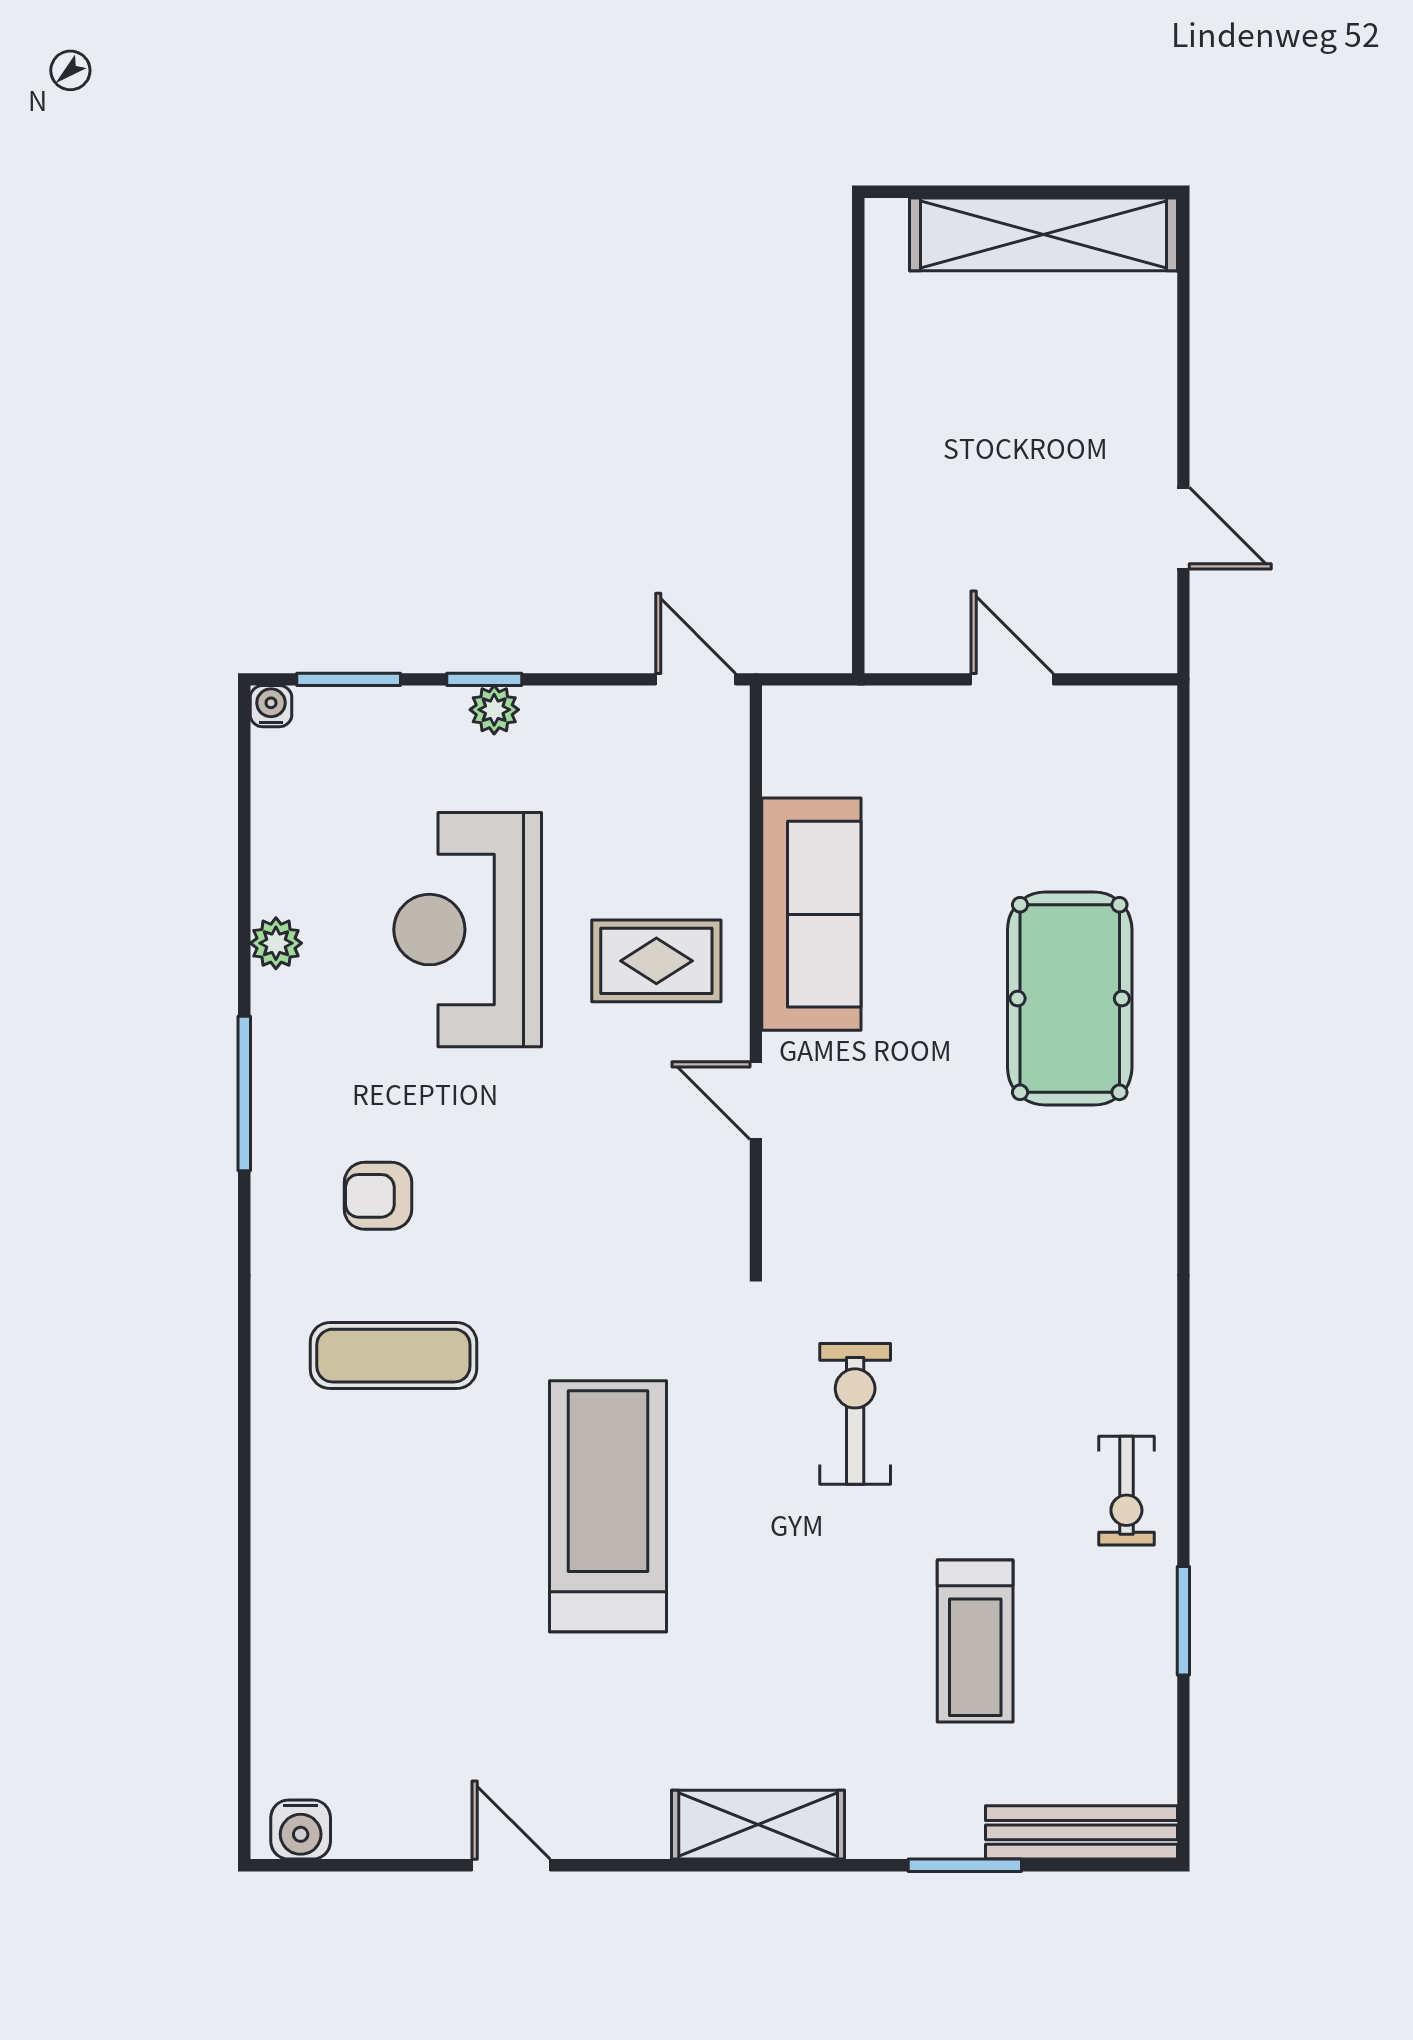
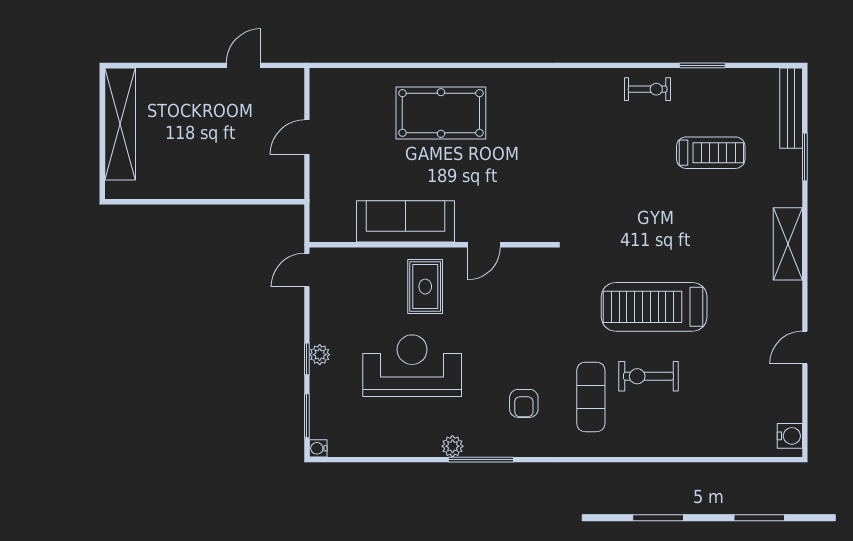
reception desk: (468, 930) -> (412, 366), turned 180
plant: (276, 943) -> (452, 446), moved
exercise bike: (855, 1414) -> (648, 376), moved

